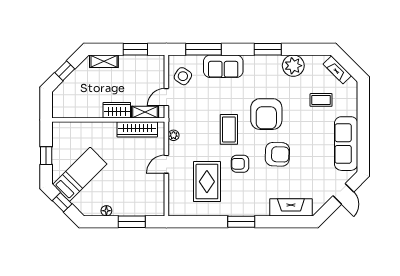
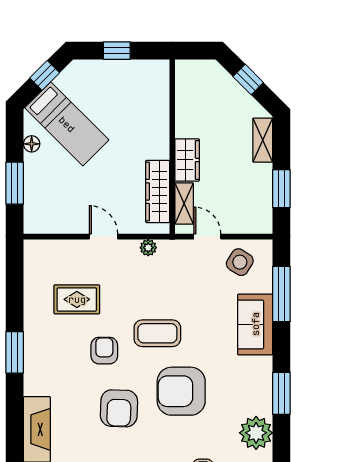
bed: (80, 174) -> (67, 124), moved
rug: (207, 182) -> (77, 299), width x0.73, depth x0.70

